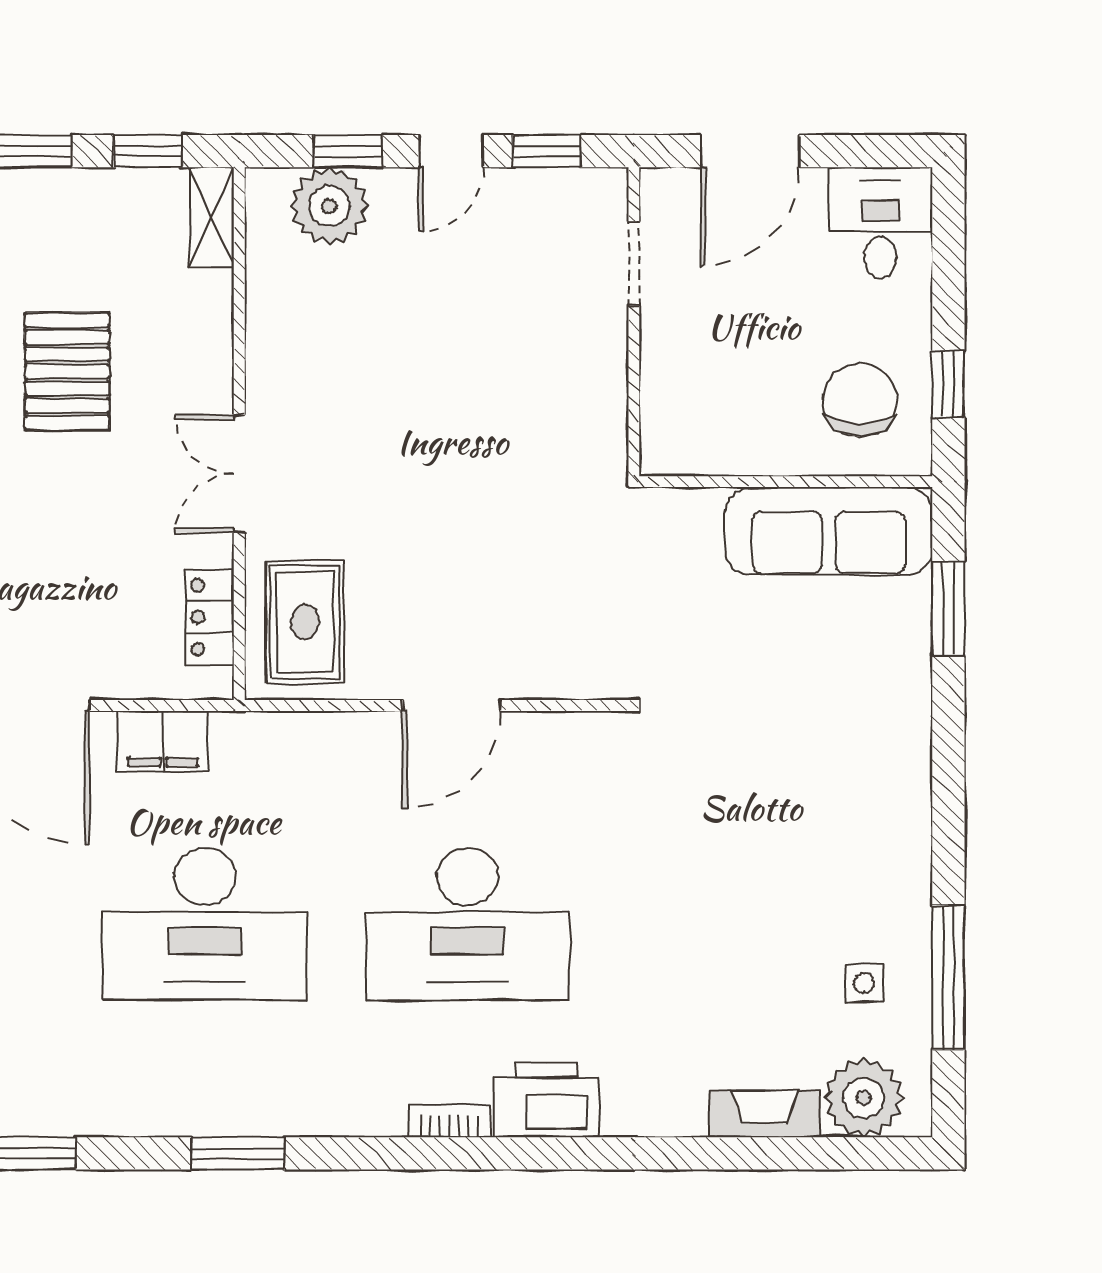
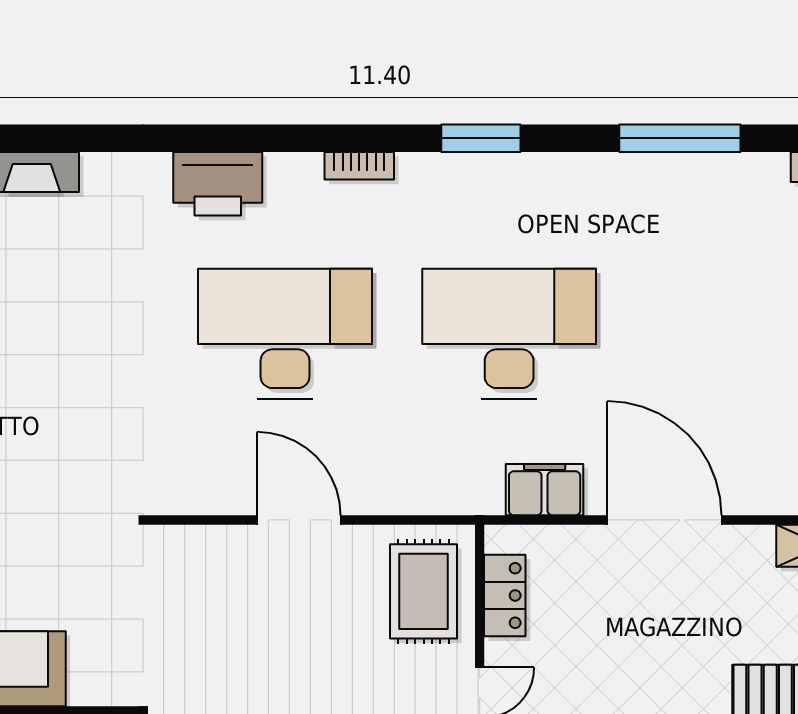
door: (451, 706) -> (299, 520), hinge flipped
bookcase: (449, 1121) -> (359, 166), moved

